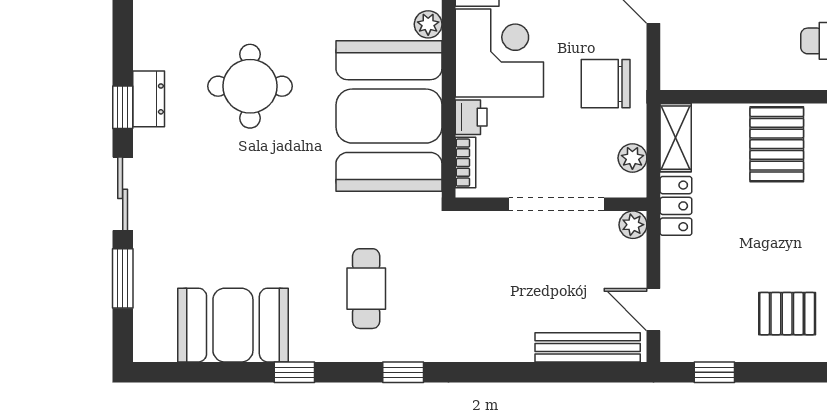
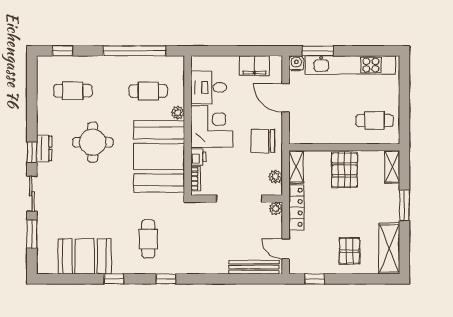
locker: (676, 206) -> (296, 207), width x1.53
pallet: (787, 314) -> (349, 251), turned 90

